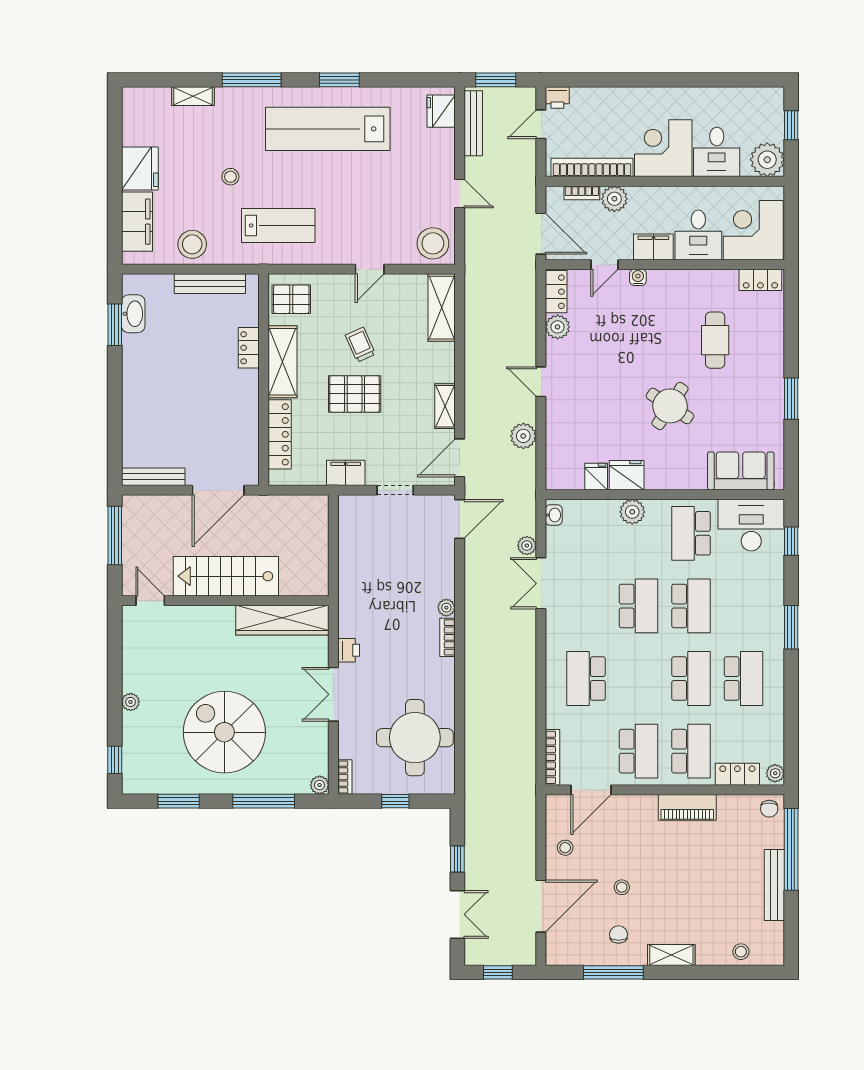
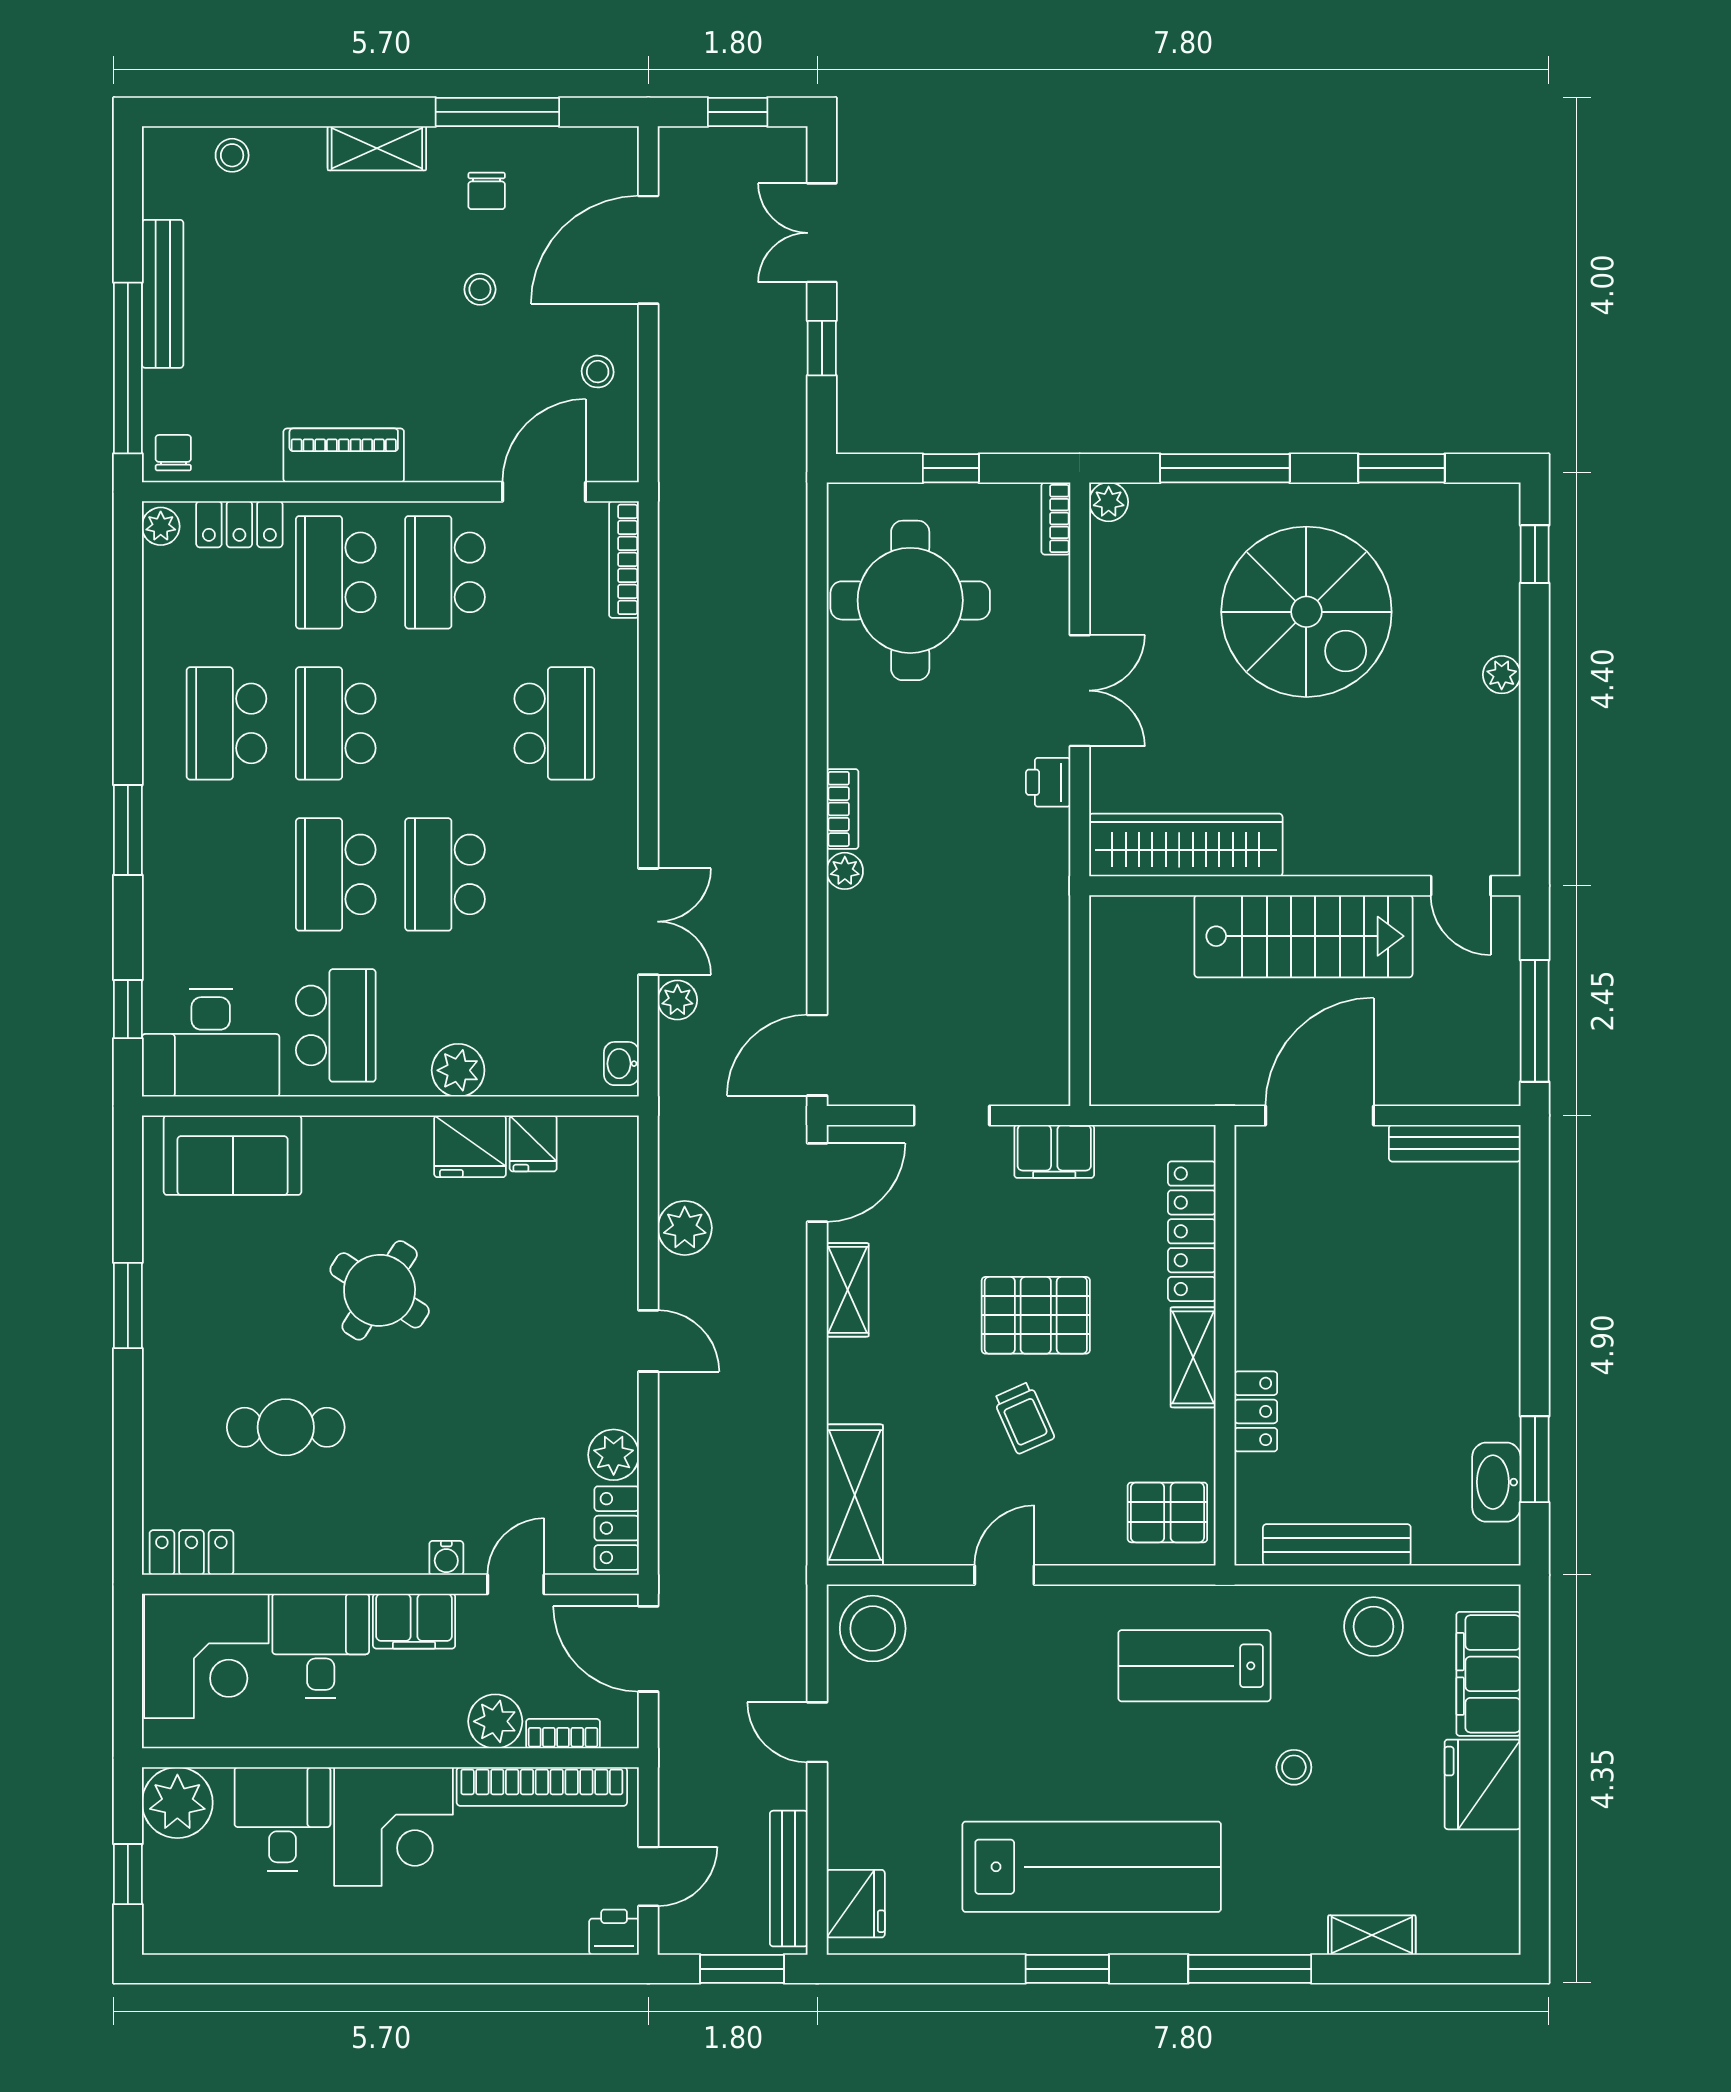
cafe table: (715, 340) -> (286, 1427), turned 90
shelving: (282, 362) -> (1193, 1357), width x0.67, depth x0.75

